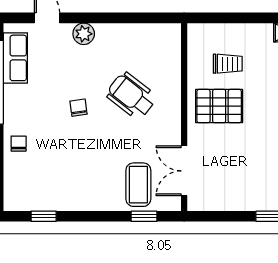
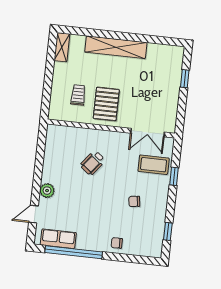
wheelchair: (131, 96) -> (93, 163), width x0.73, depth x0.73
chair: (79, 108) -> (134, 201), moved
window: (144, 216) -> (174, 176), moved

